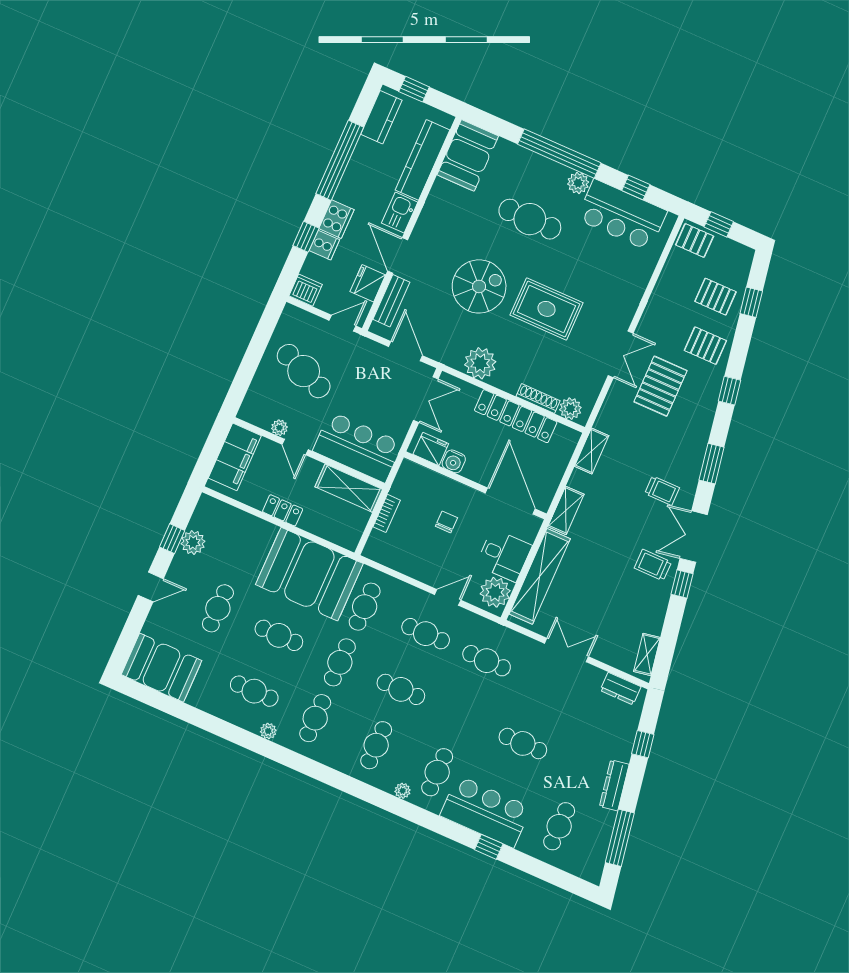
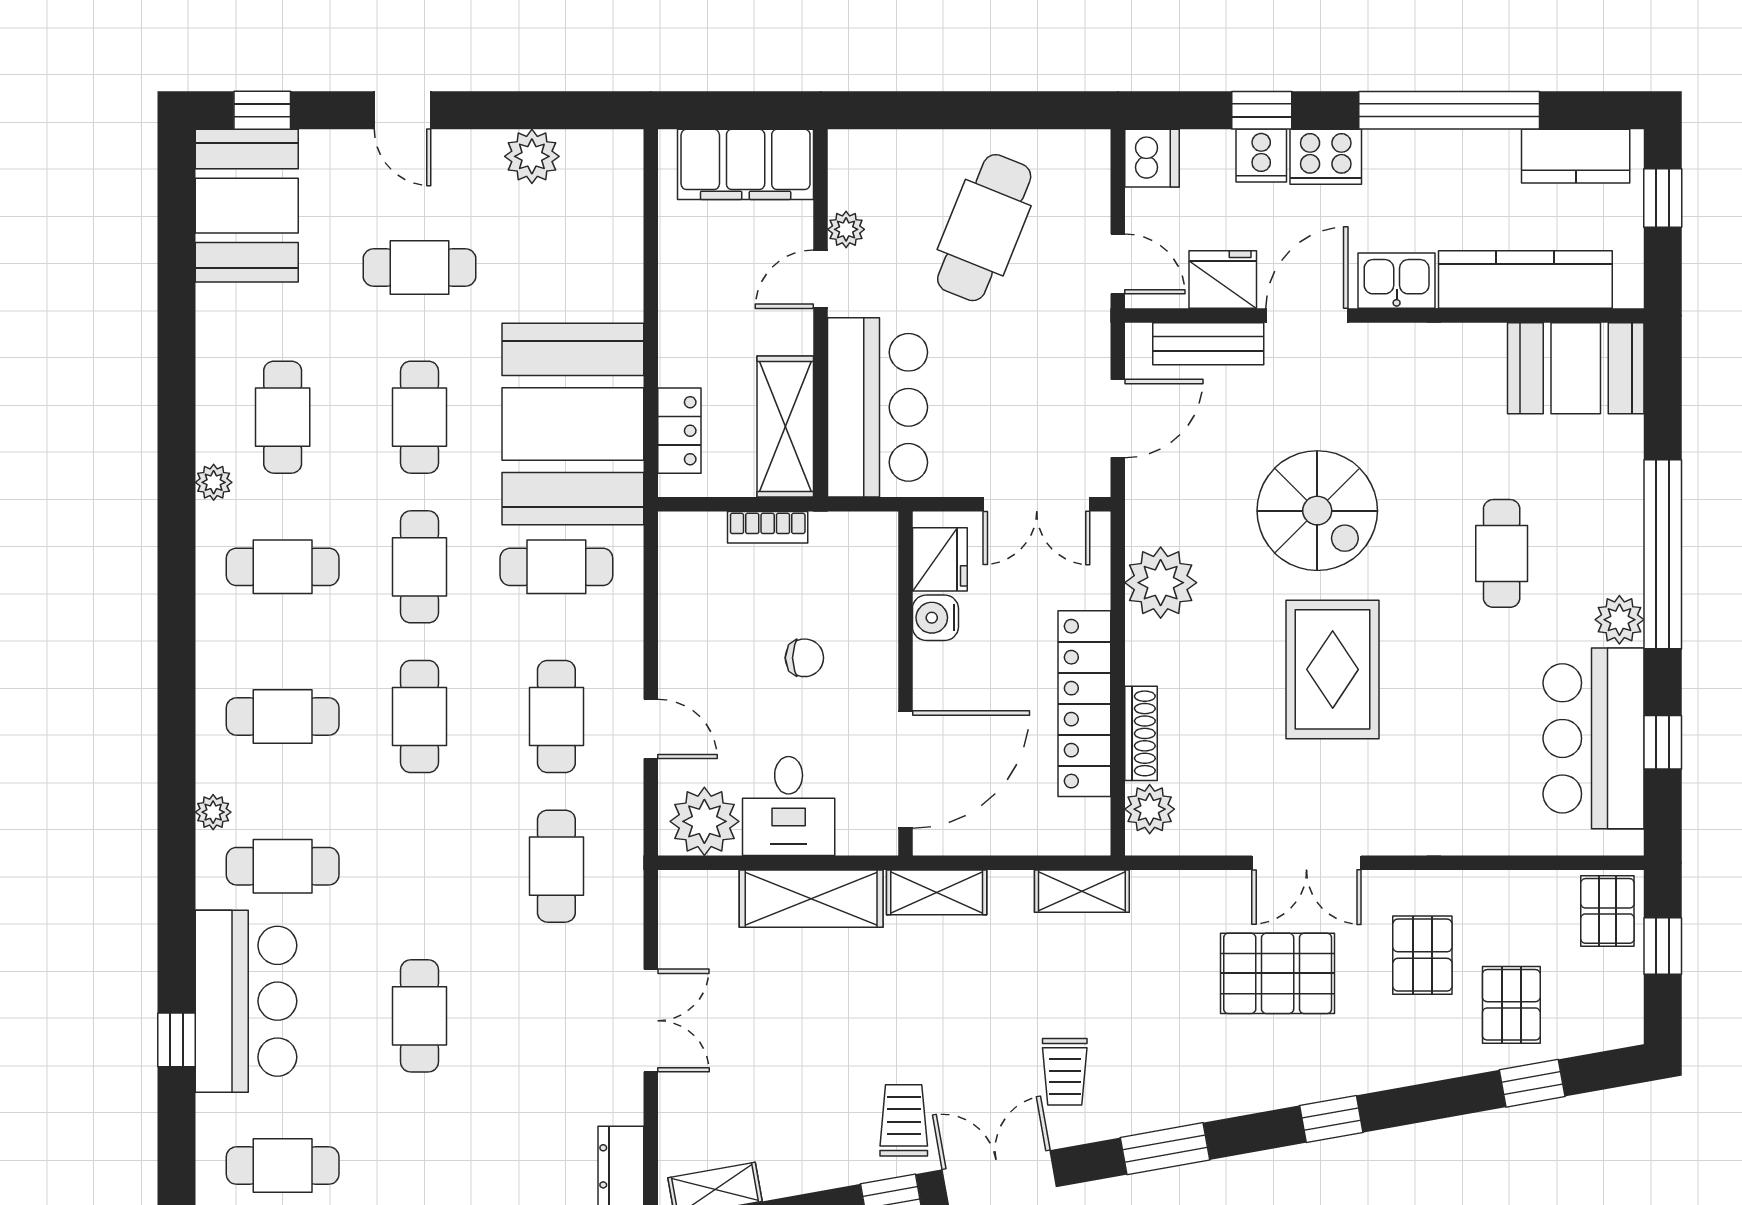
cafe table: (530, 219) -> (1502, 553), width x0.73, depth x0.74
pallet: (705, 346) -> (1422, 955), moved
locker: (283, 510) -> (679, 431), moved
window: (172, 539) -> (262, 110), moved
shelving: (540, 576) -> (811, 899), width x0.68
cafe table: (340, 662) -> (420, 567), turned 90

